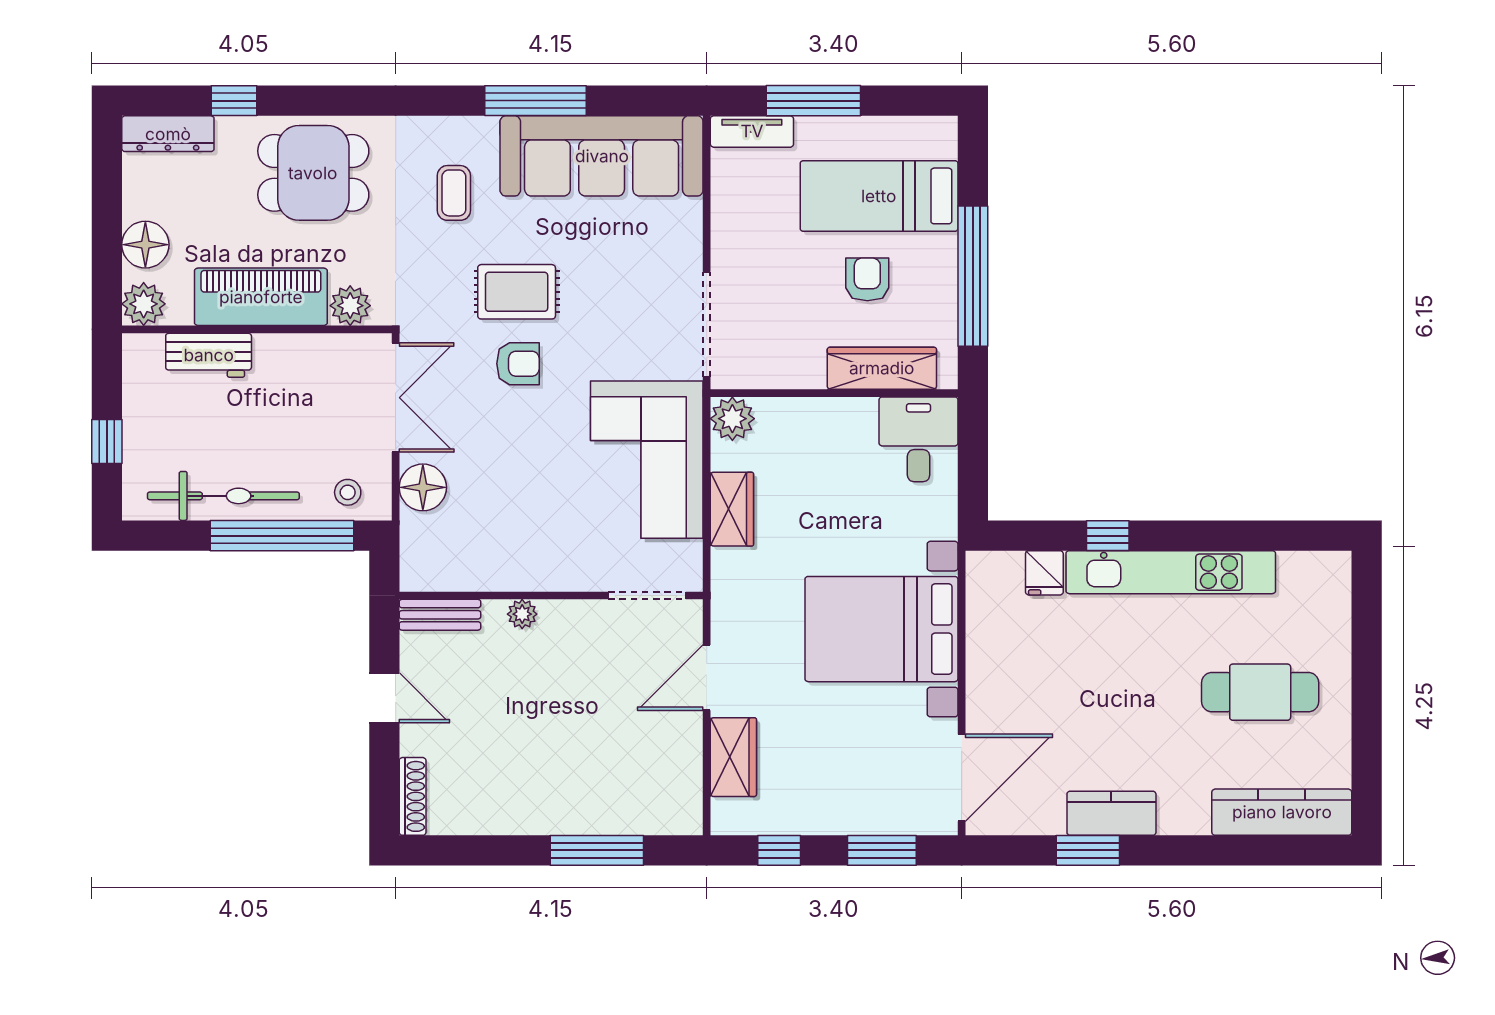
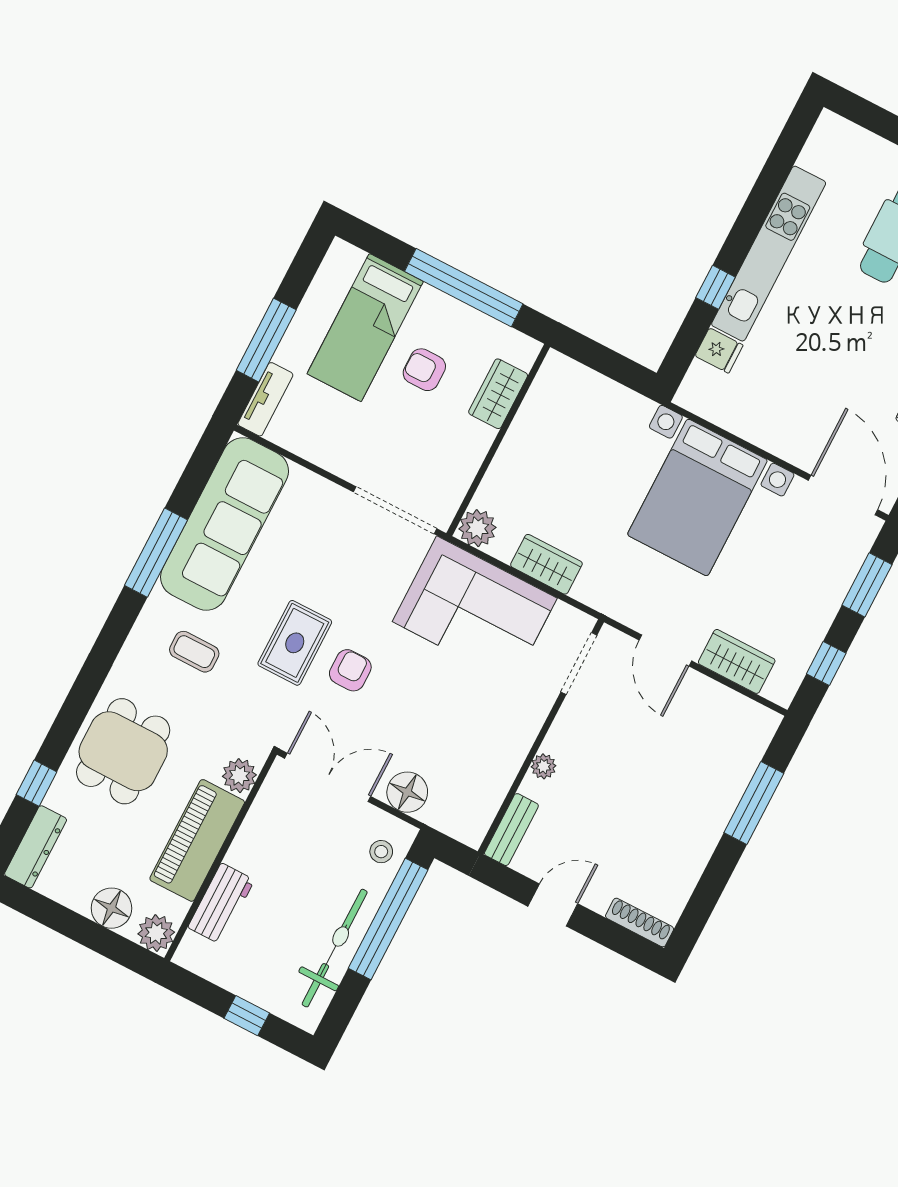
wardrobe: (882, 368) -> (498, 394), width x0.67
desk: (919, 439) -> (567, 394), removed

